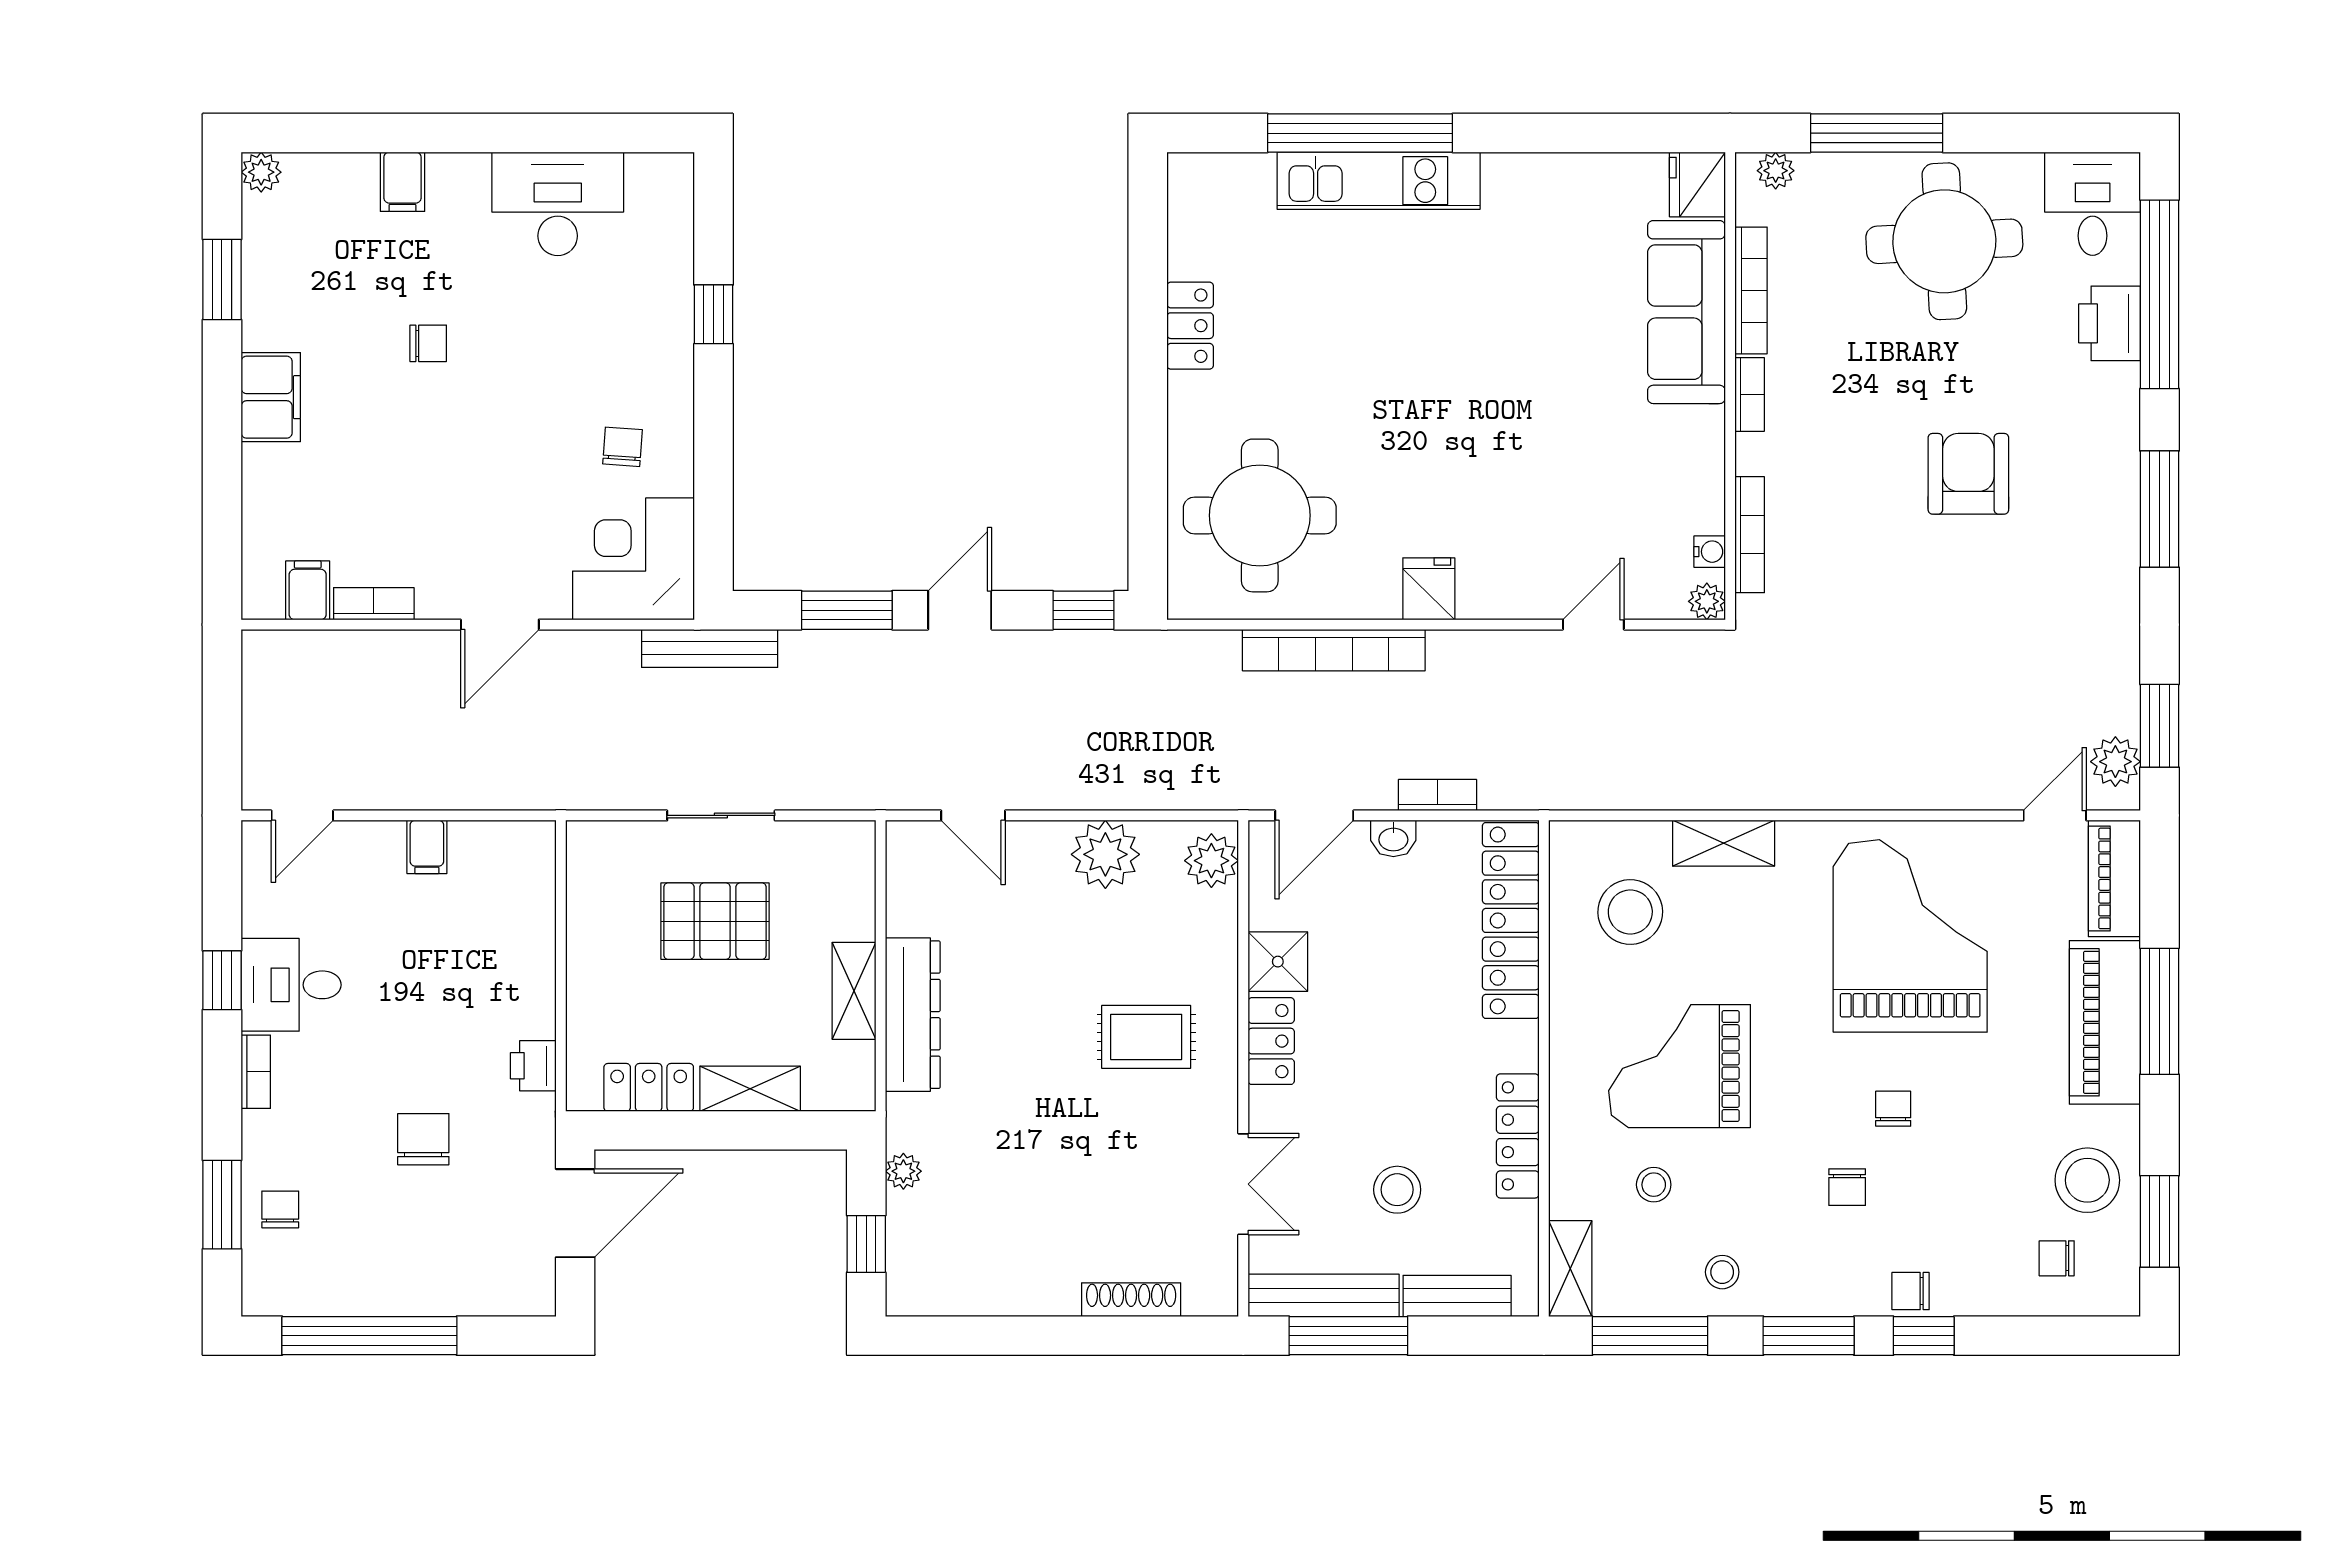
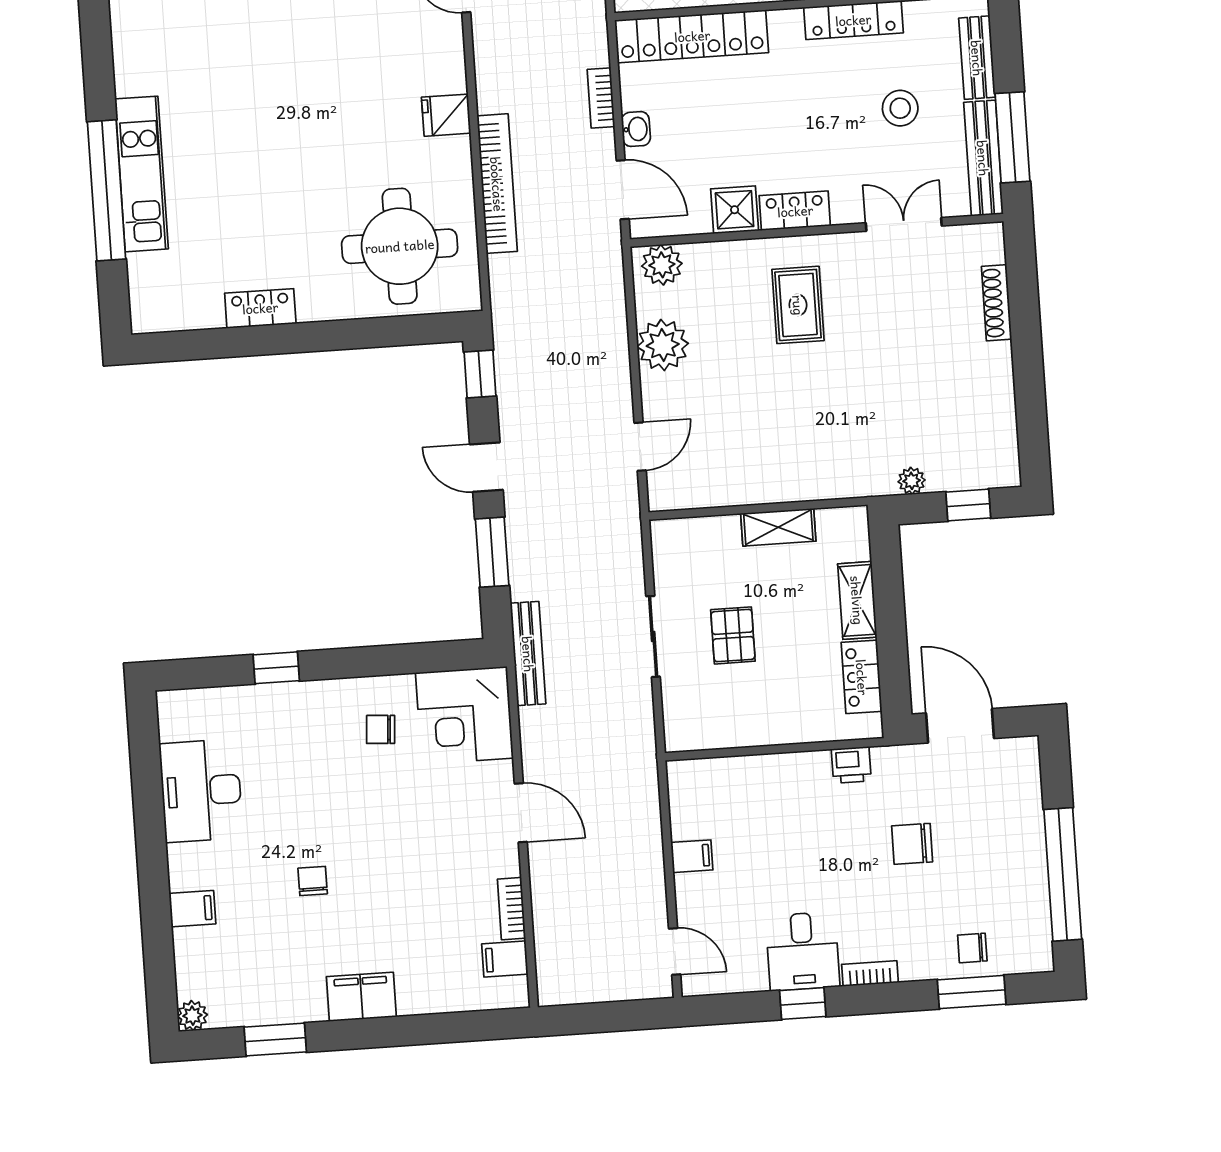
pallet: (715, 921) -> (733, 635), width x0.67, depth x0.71
dresser: (913, 1015) -> (793, 482), removed

